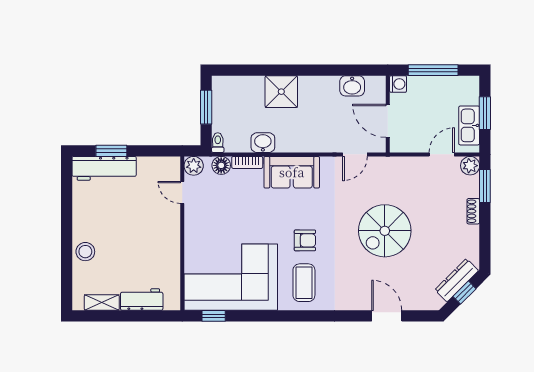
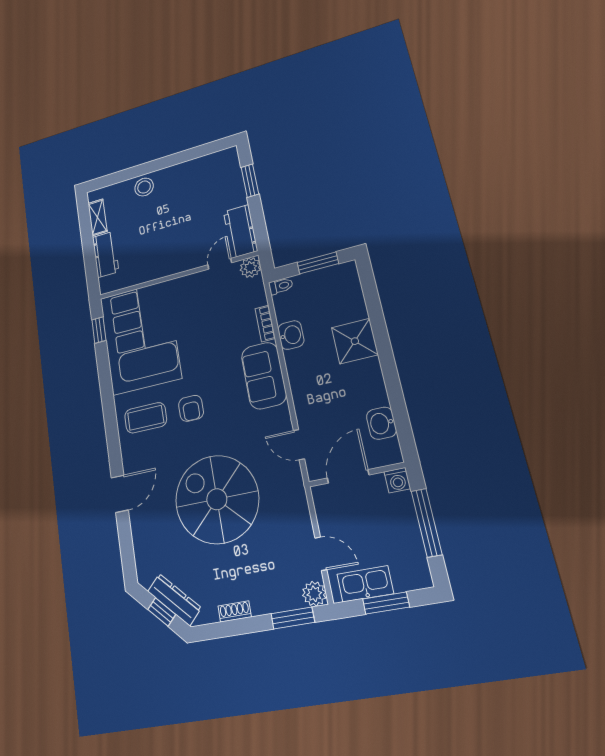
floor lamp: (221, 165) -> (256, 296), removed
workbench: (104, 168) -> (240, 231), moved, width x0.73
shoe rack: (473, 211) -> (235, 611), moved
spiral stairs: (385, 231) -> (217, 499), width x1.37, depth x1.37
door: (387, 316) -> (120, 494), moved

